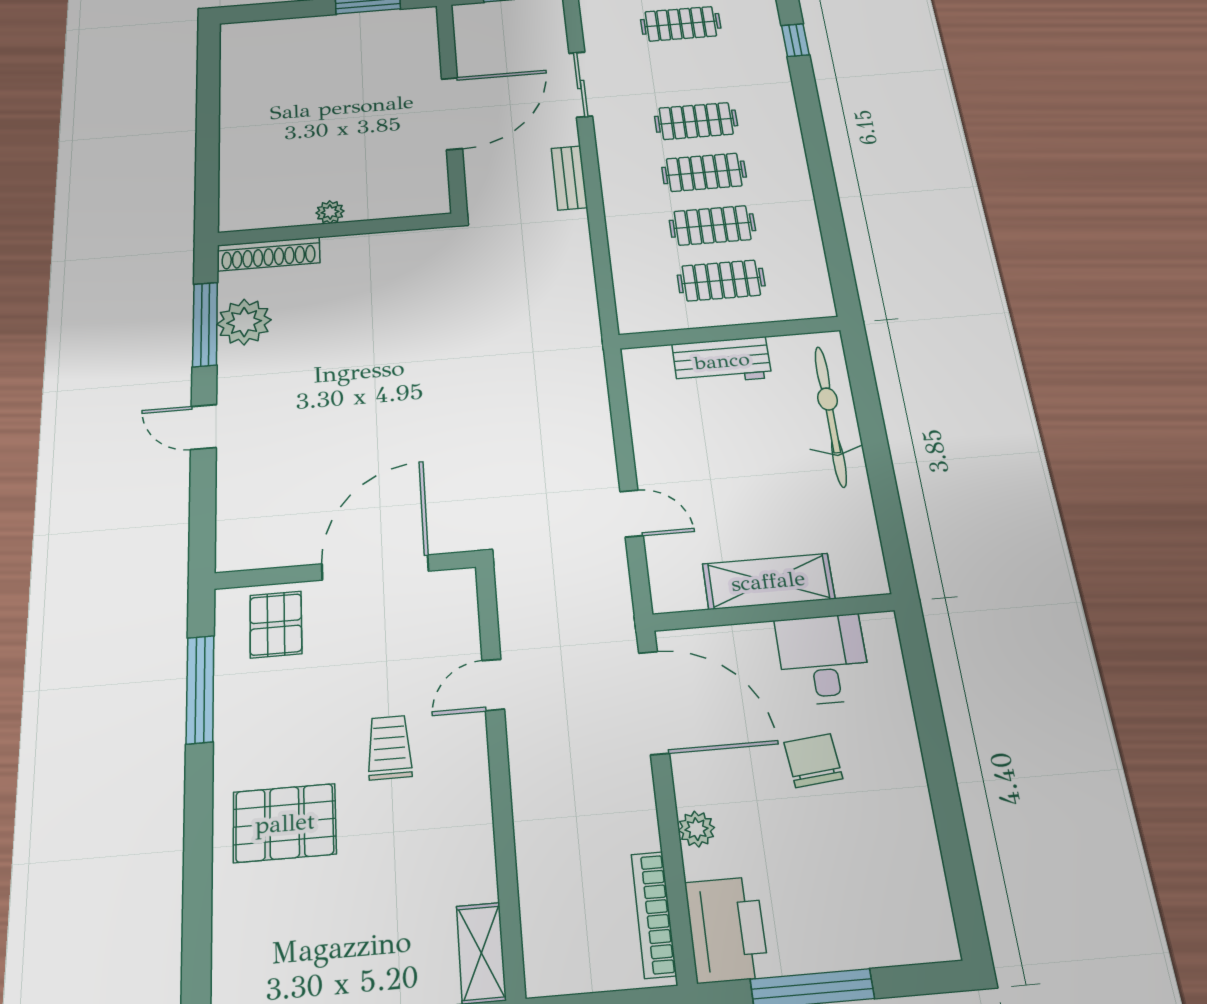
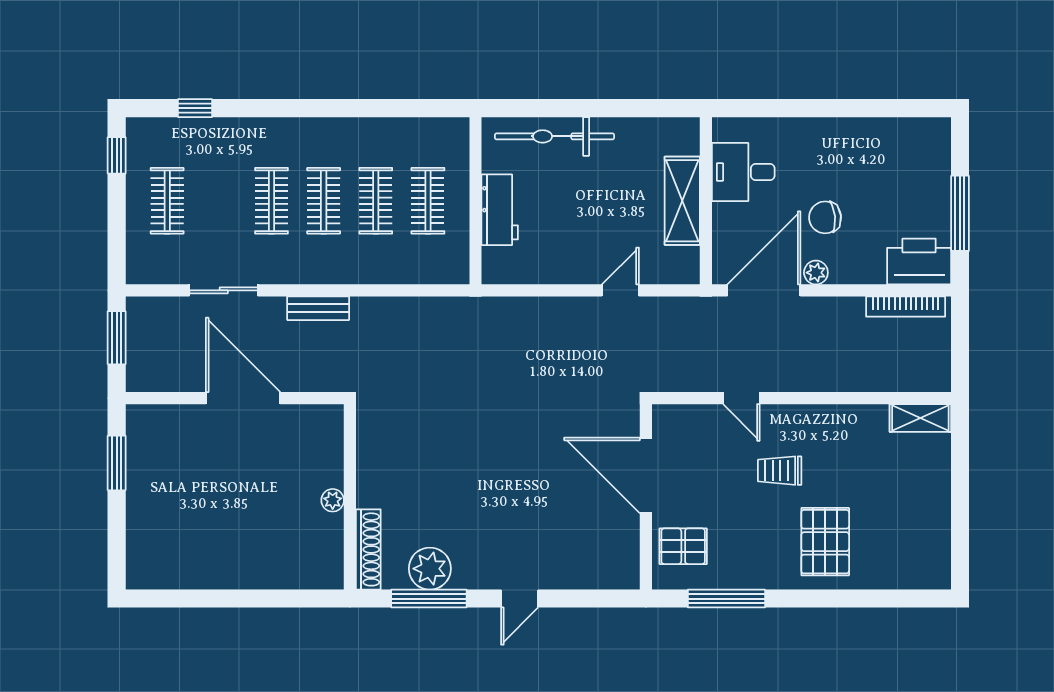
chair: (813, 760) -> (825, 217), moved
plant: (697, 829) -> (816, 273), moved

